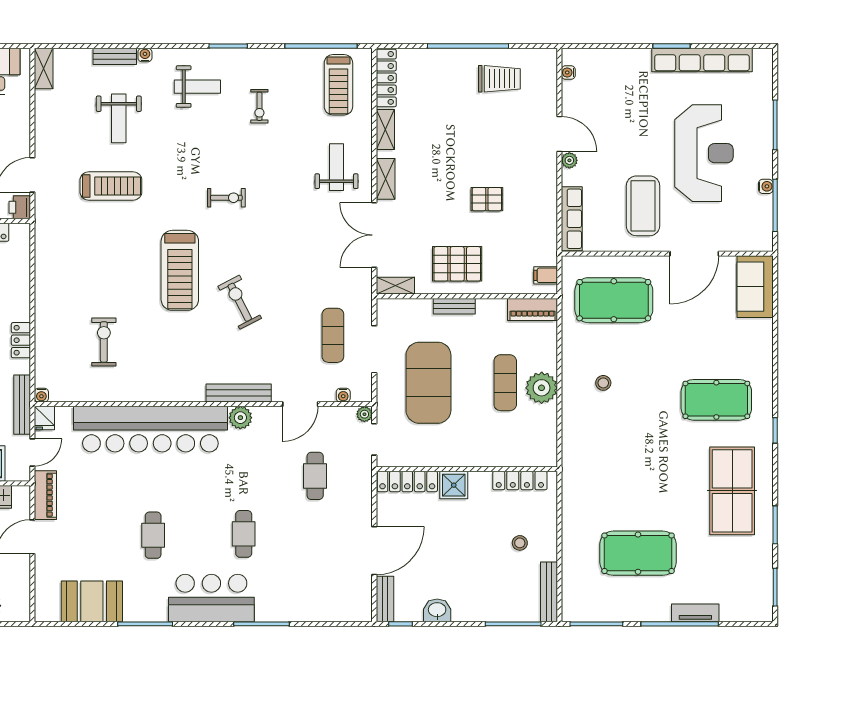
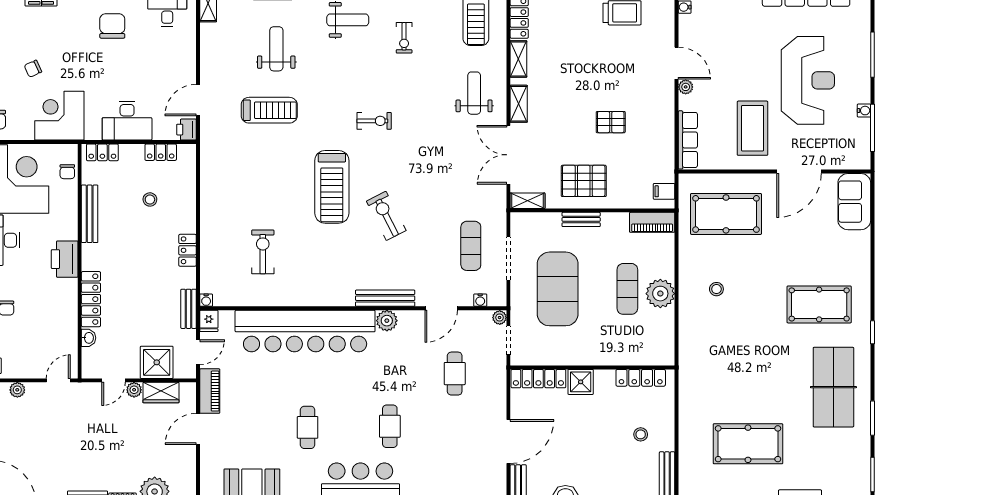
weight bench: (119, 118) -> (276, 49), turned 180
bench: (22, 405) -> (189, 309), width x0.73

